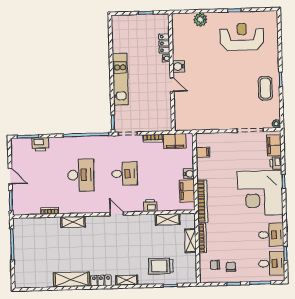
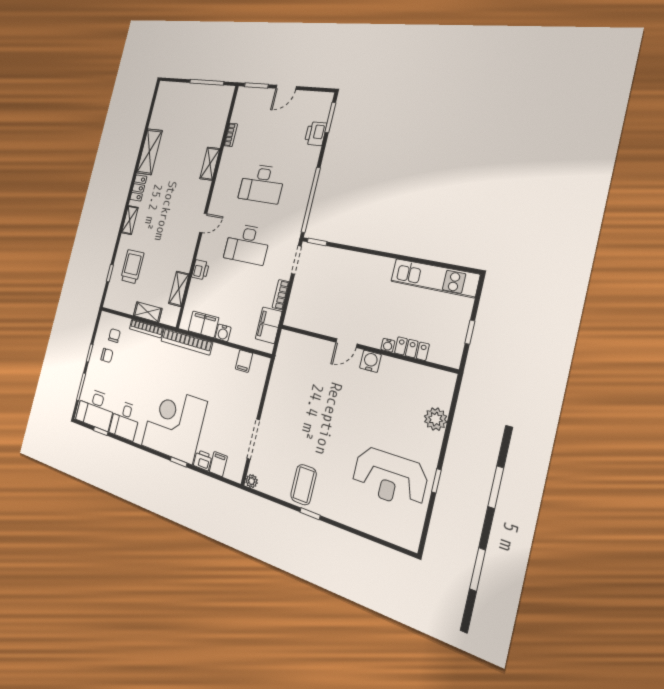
reception desk: (242, 37) -> (390, 477), turned 90
kitchen unit: (120, 79) -> (434, 278), moved
coffee table: (265, 88) -> (303, 485), turned 90
filing cabinet: (274, 145) -> (218, 464), width x0.50
desk: (125, 174) -> (247, 244), width x1.37
desk: (272, 263) -> (96, 409), width x1.37

